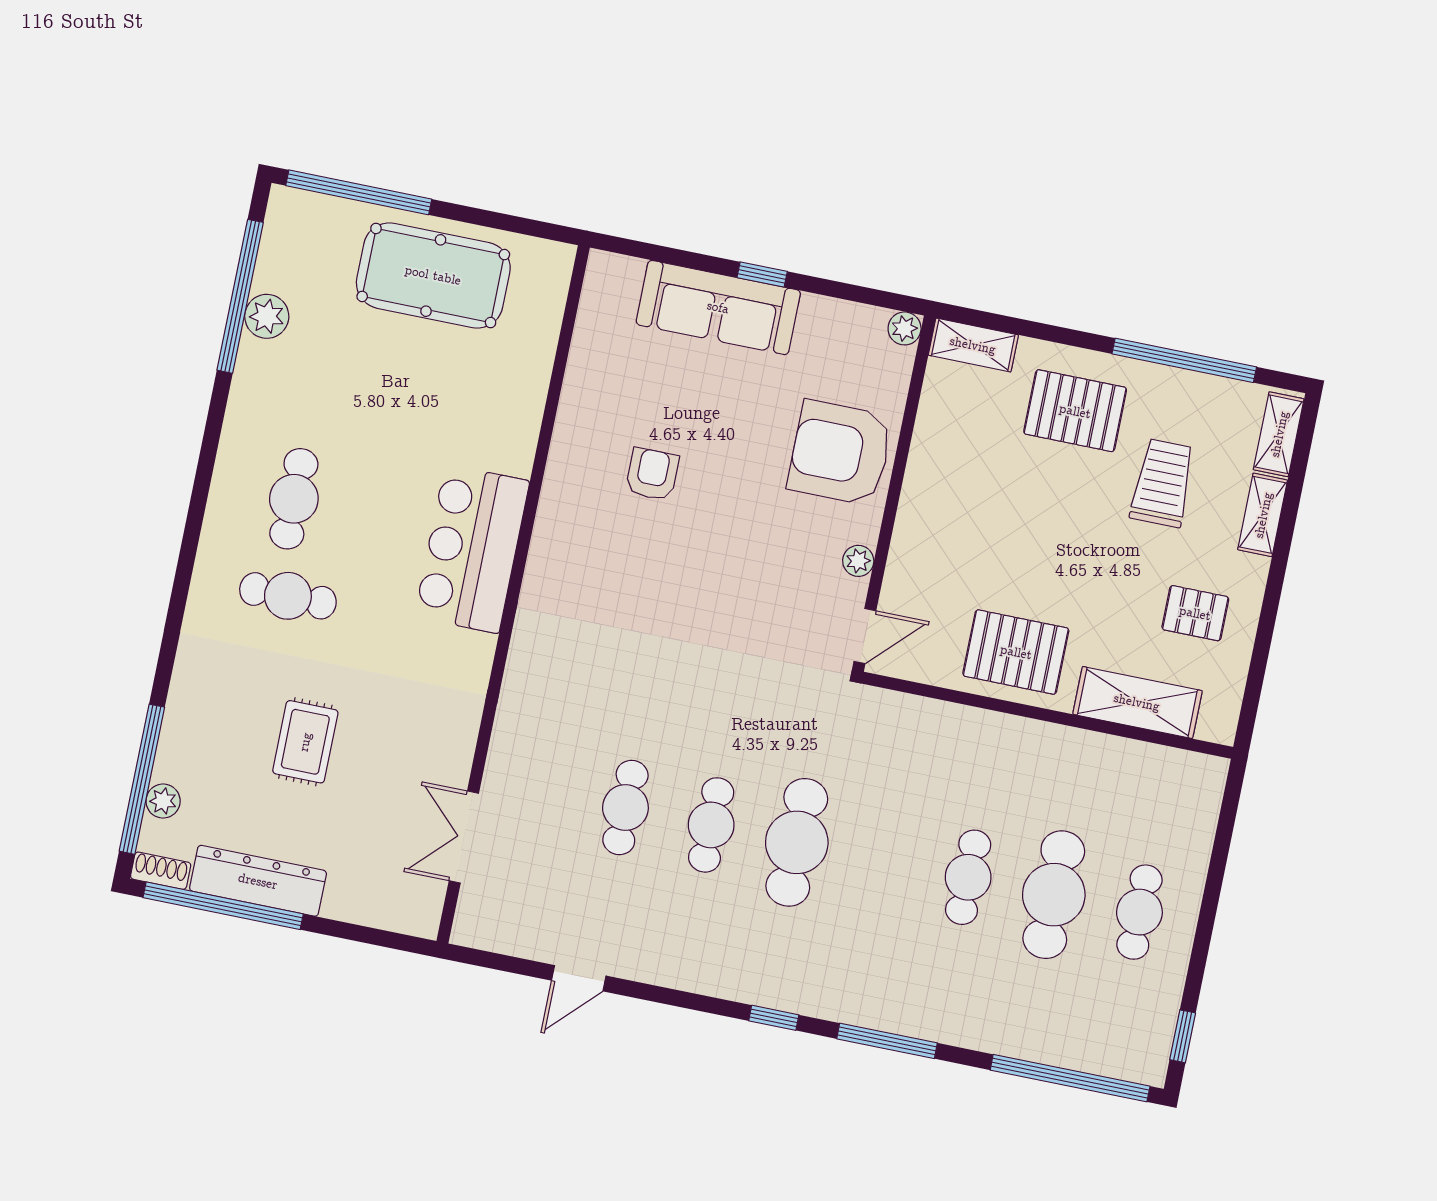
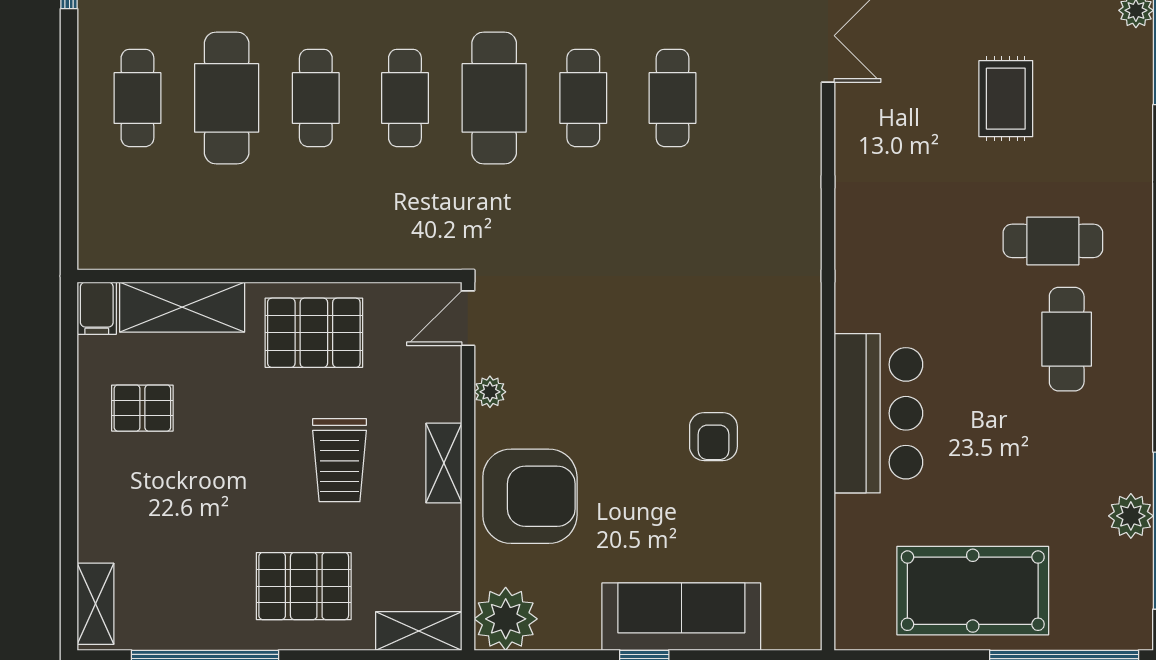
plant: (905, 328) -> (506, 619), width x1.88, depth x1.88
trolley: (1163, 483) -> (340, 460), moved
shelving: (1263, 515) -> (444, 463), moved
bar counter: (472, 549) -> (878, 413), moved
filing cabinet: (1220, 718) -> (97, 308), added
cafe table: (882, 860) -> (405, 98), added

